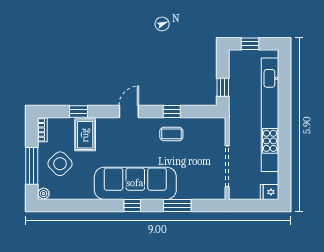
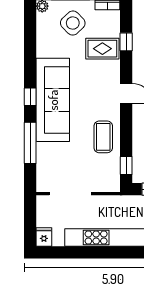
window: (172, 111) -> (126, 165), moved
coffee table: (171, 134) -> (103, 137), width x1.36, depth x1.30
window: (177, 205) -> (30, 143), width x1.44

